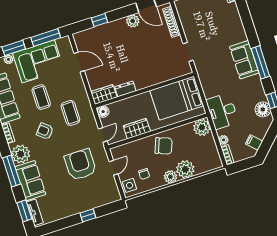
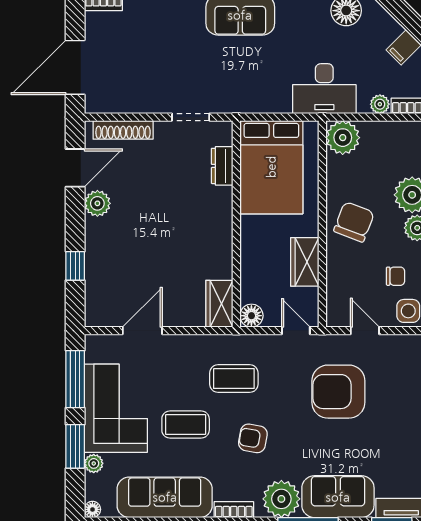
dresser: (125, 89) -> (222, 166), moved
armchair: (45, 131) -> (253, 438), turned 60

